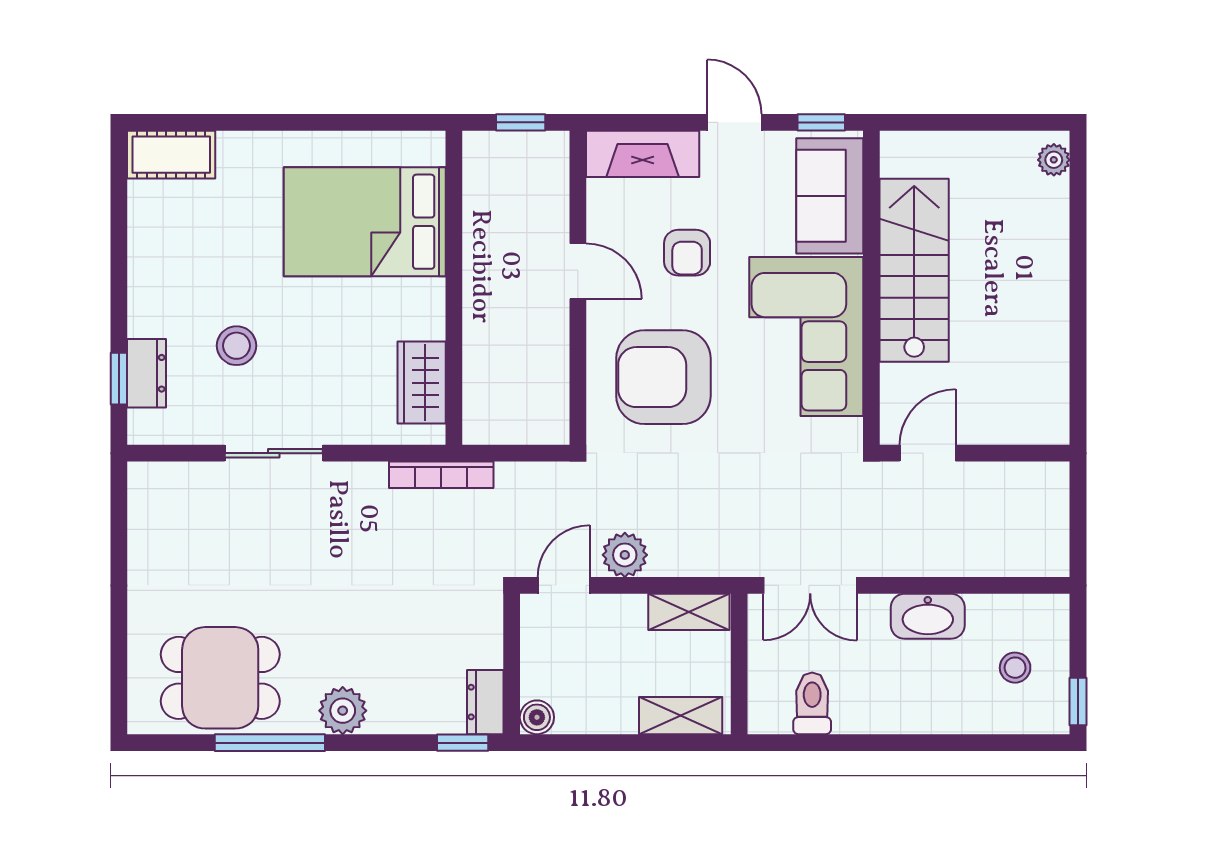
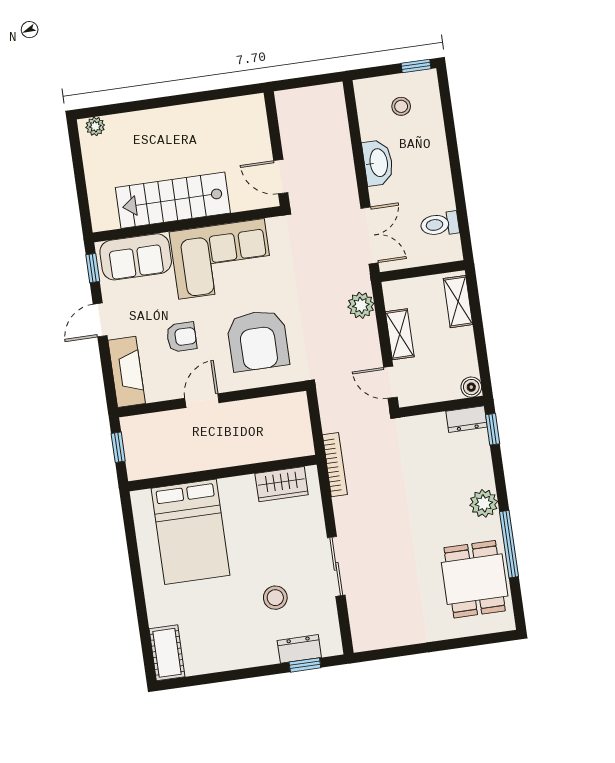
plant: (625, 555) -> (361, 305), moved
shelving: (689, 612) -> (400, 334), moved

